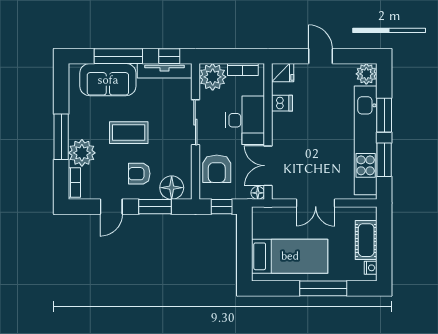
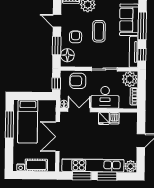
fridge: (283, 73) -> (104, 118), moved
double door: (316, 203) -> (58, 137), width x1.37
window: (323, 288) -> (9, 124), moved

